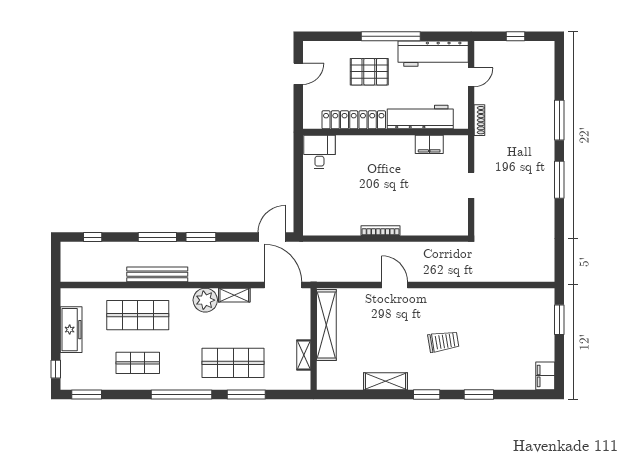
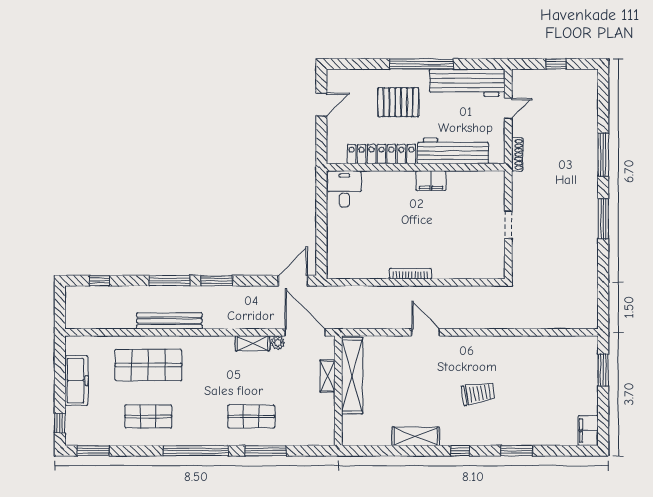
filing cabinet: (429, 144) -> (431, 181), moved
plant: (205, 300) -> (278, 343), moved, width x0.53, depth x0.53
shelving: (304, 355) -> (327, 376), moved
shop shelf: (233, 363) -> (251, 416), width x0.70, depth x0.74
window: (427, 395) -> (460, 451), width x0.67

